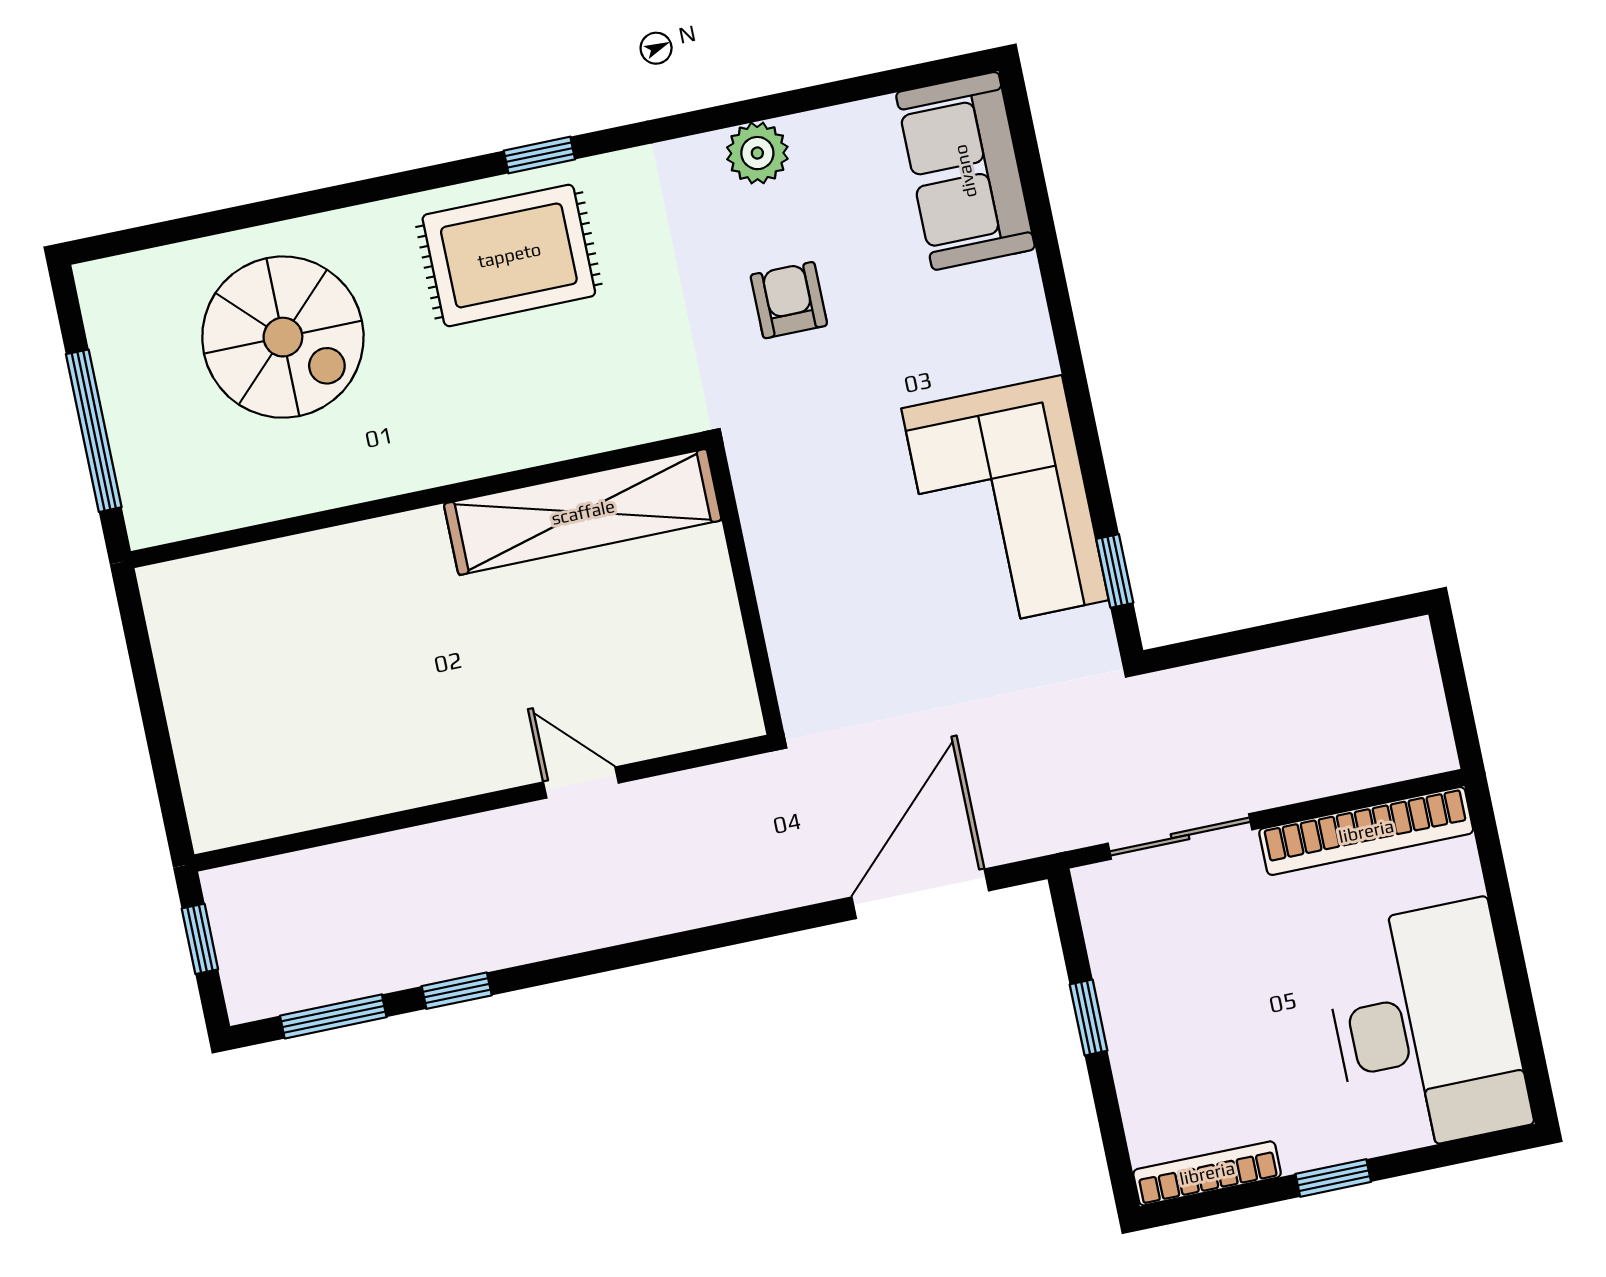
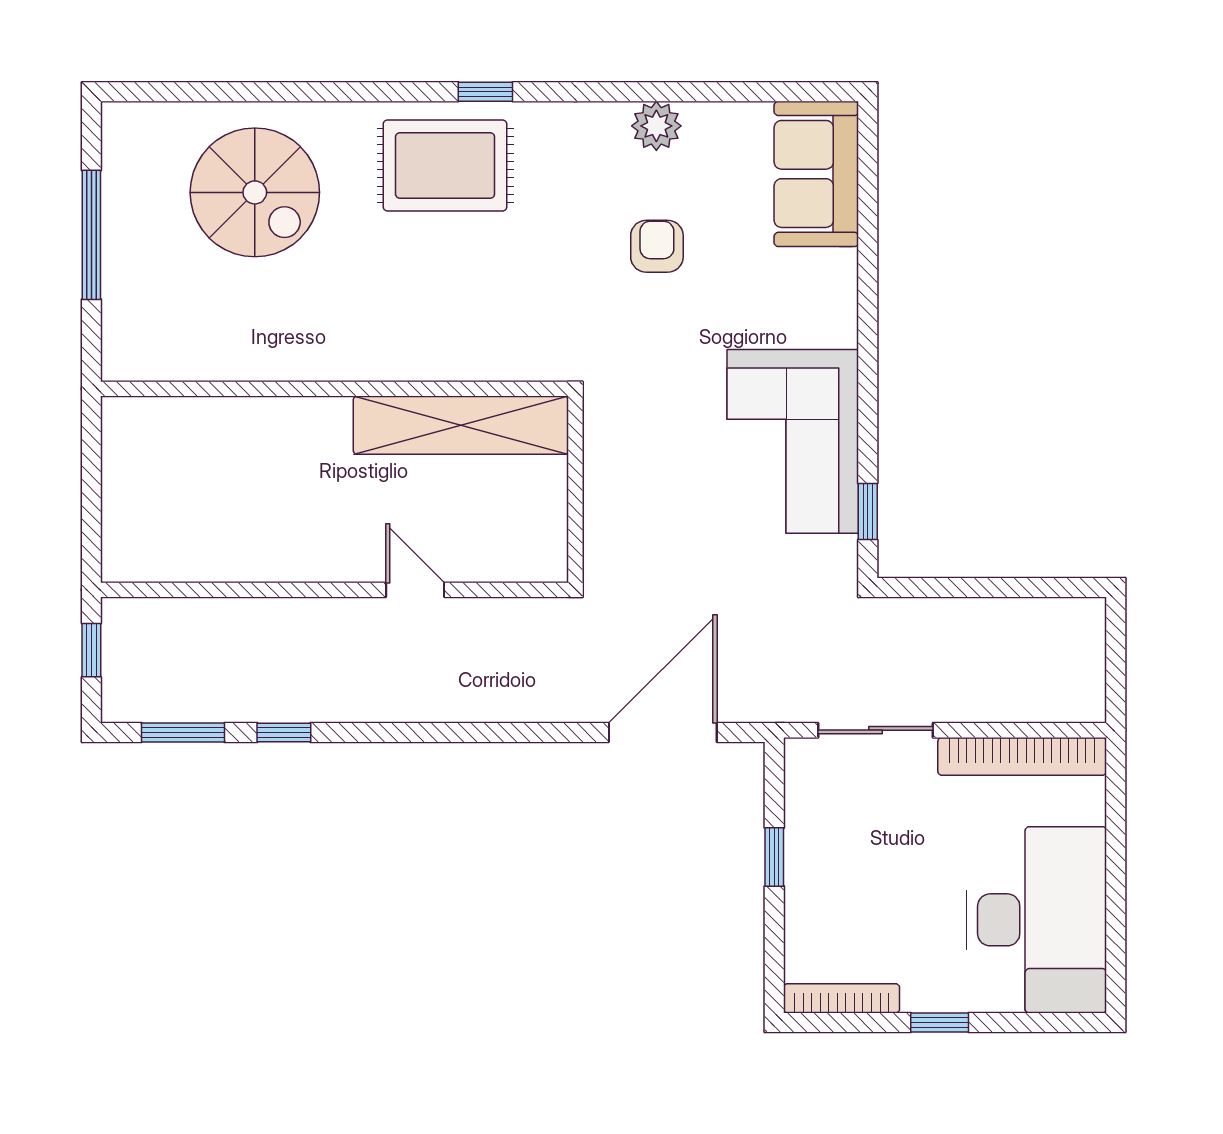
wall: (419, 500) -> (335, 389), moved
shelving: (583, 512) -> (461, 425), moved

